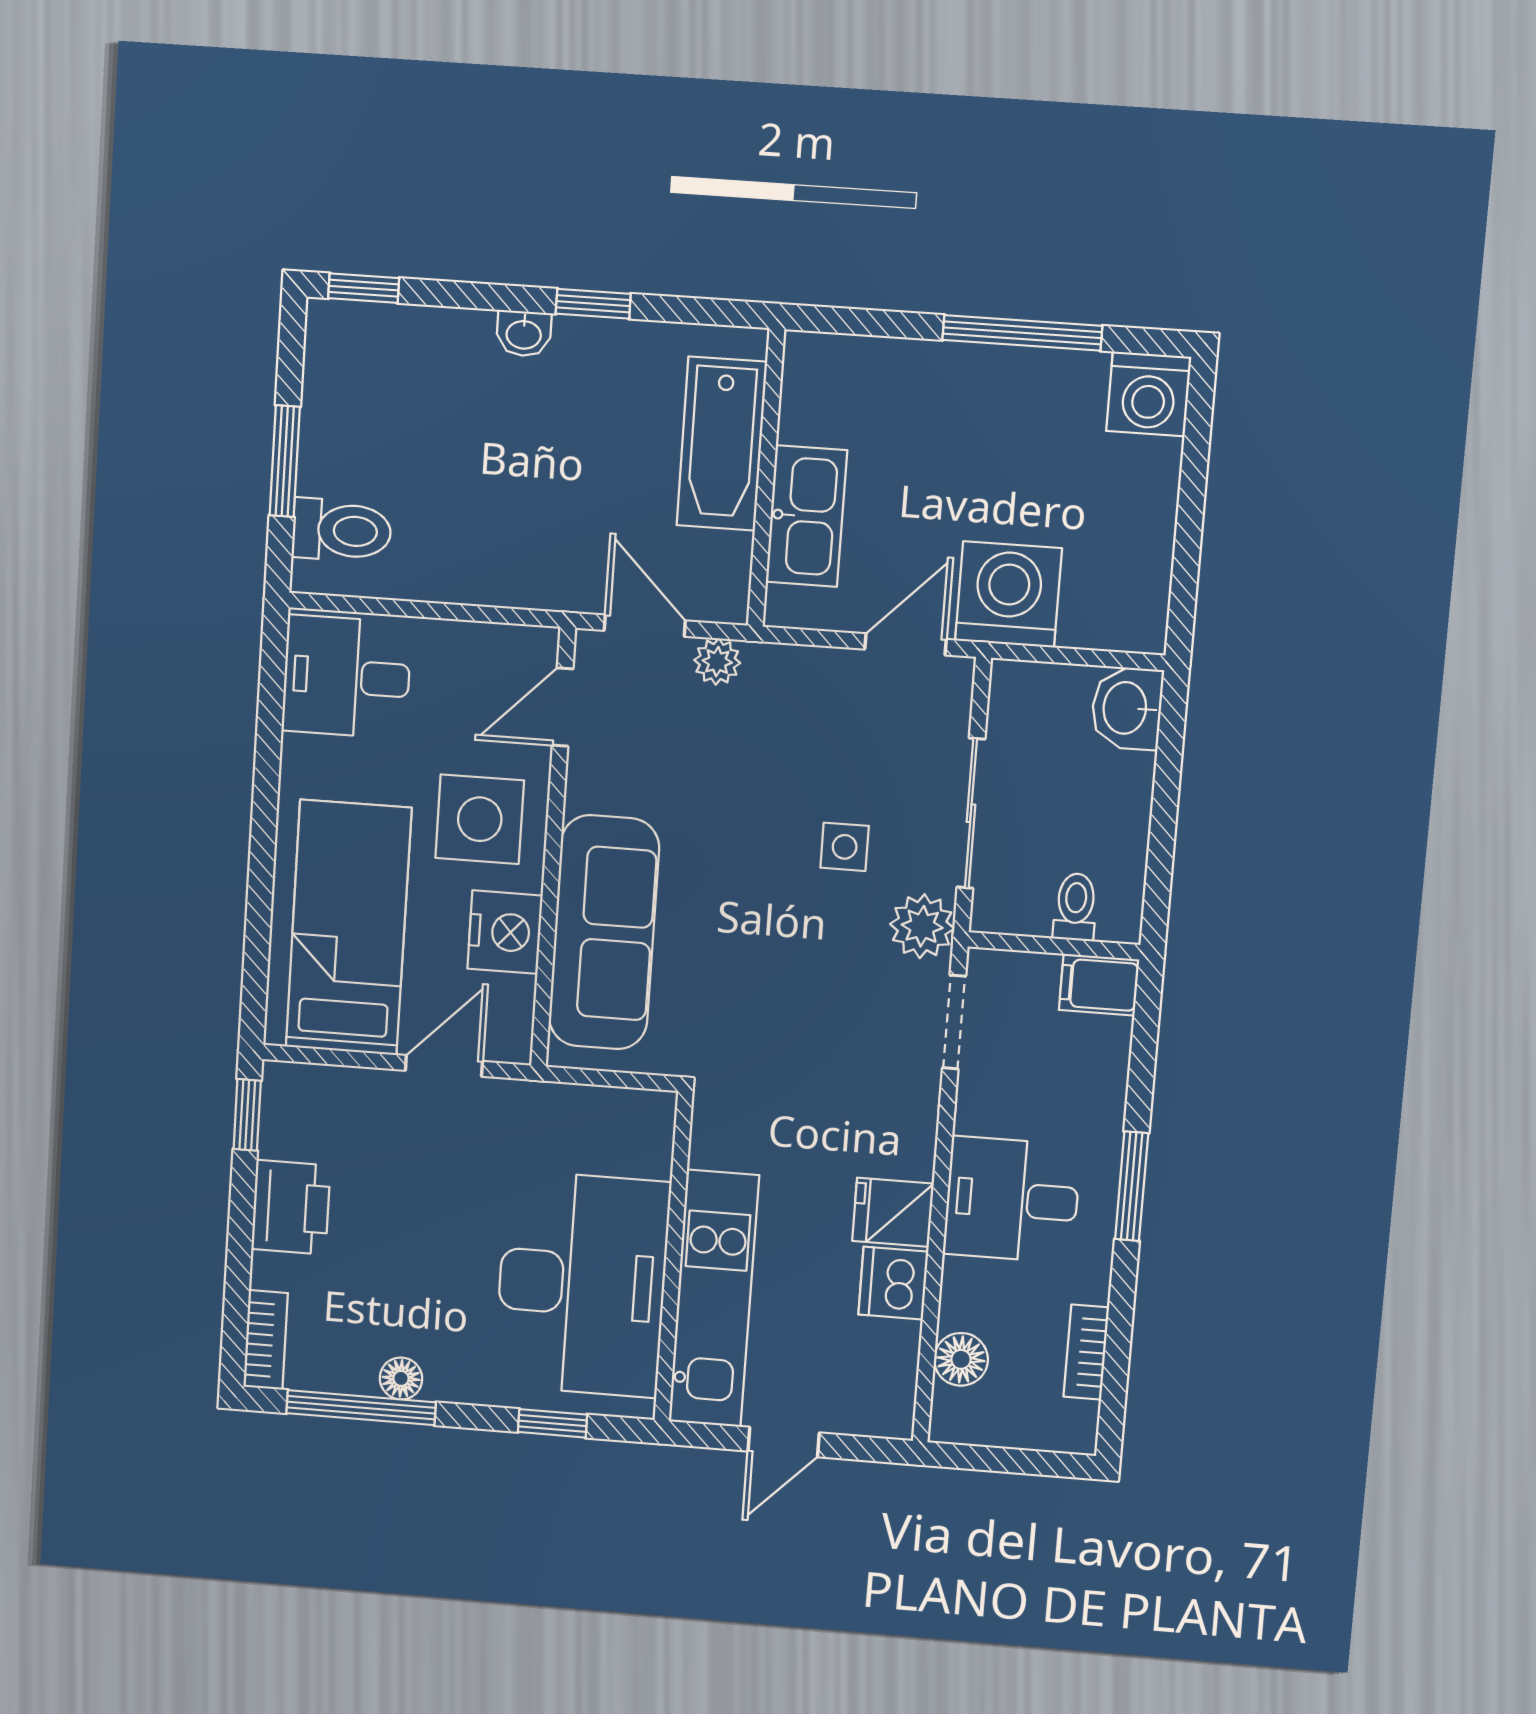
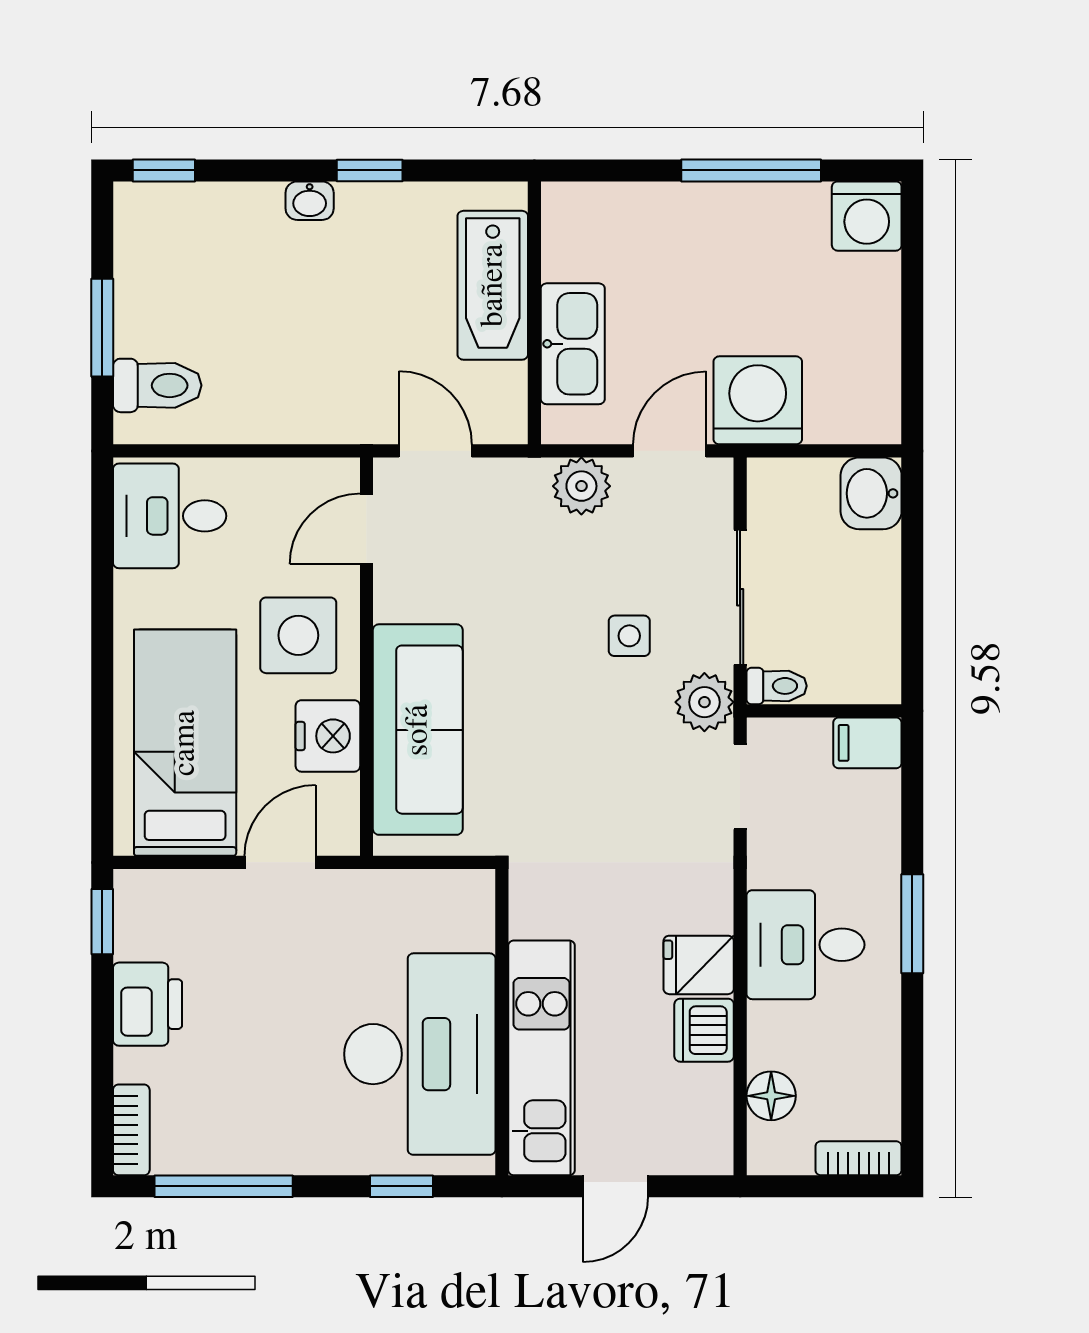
plant: (717, 662) -> (581, 486), moved, width x1.38, depth x1.38
toilet: (1075, 907) -> (777, 686), moved, turned 90
bookcase: (1086, 1352) -> (859, 1158), moved, turned 90
floor lamp: (401, 1378) -> (259, 1156), removed

